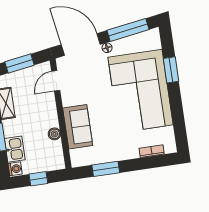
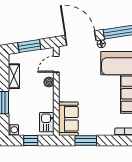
sofa: (78, 127) -> (68, 119), moved
boiler: (54, 134) -> (49, 82), moved
kitchen sink: (15, 149) -> (47, 122), moved, turned 180

